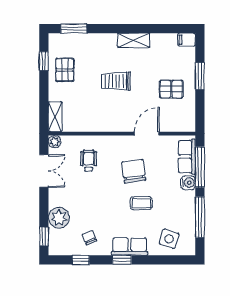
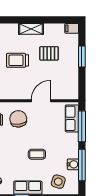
pallet: (171, 89) -> (49, 53), moved
chair: (134, 171) -> (18, 119), moved
water cooler: (188, 183) -> (73, 164), moved

